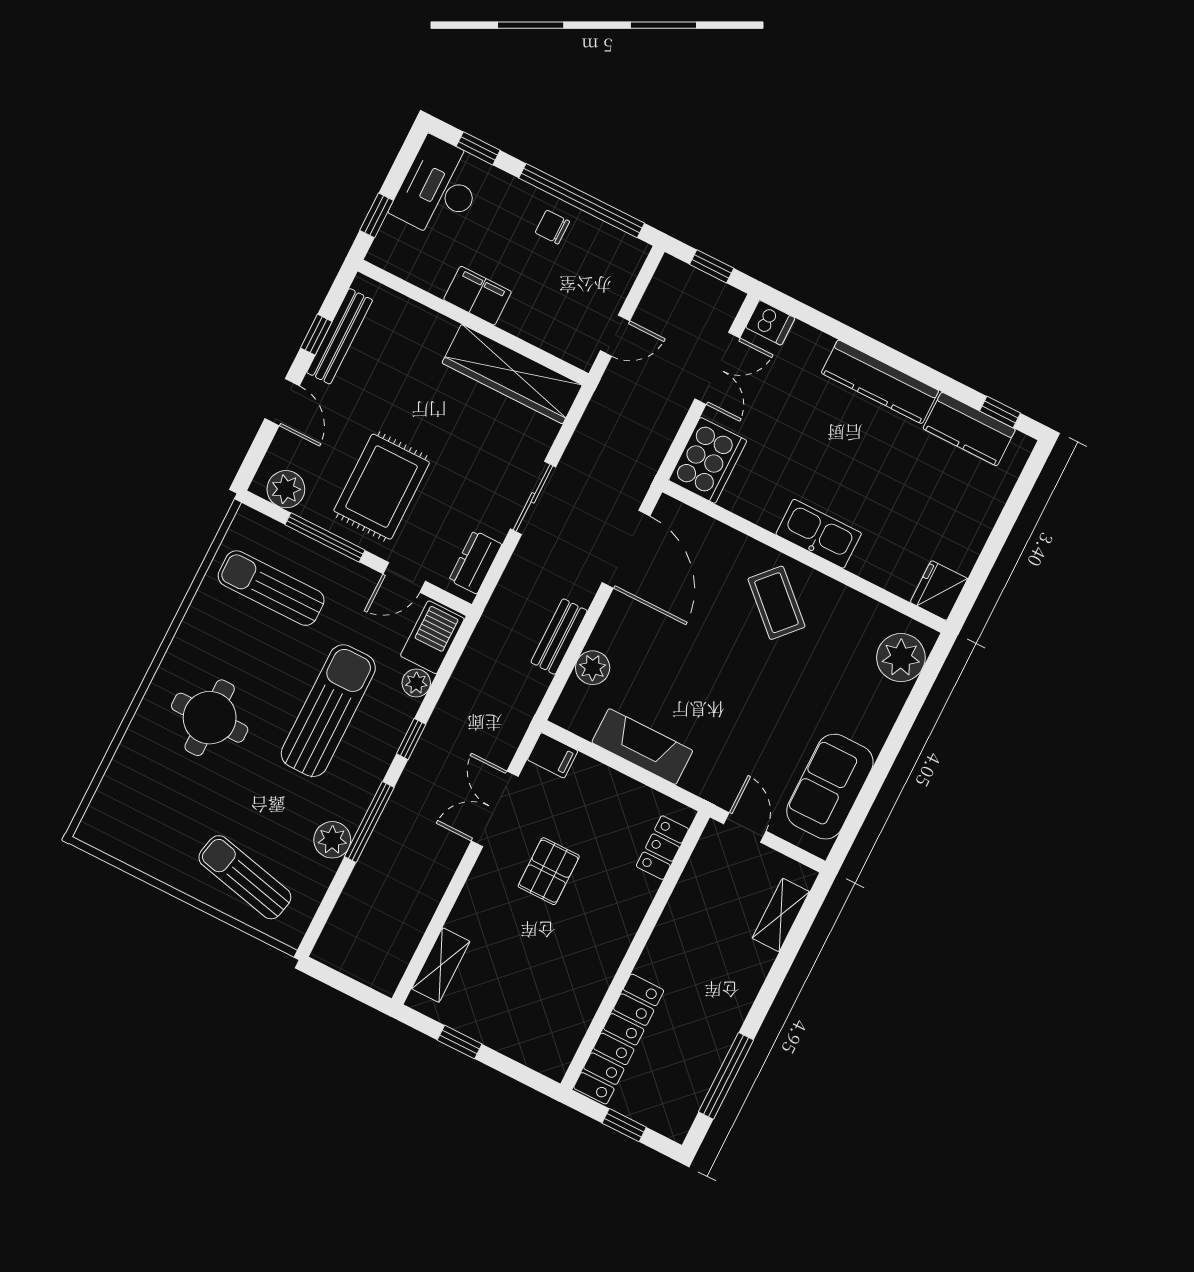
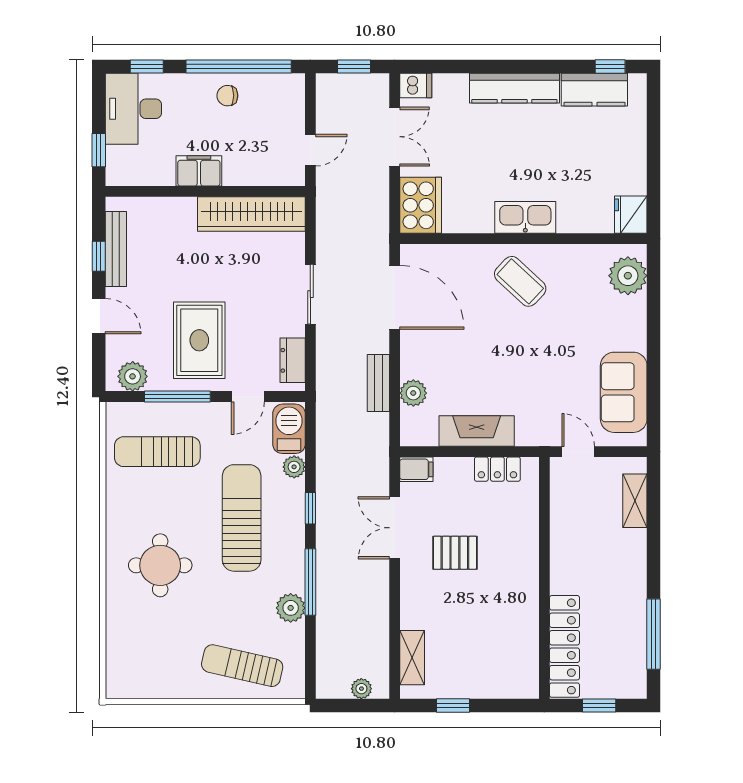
locker: (662, 848) -> (497, 469), moved, turned -90
pallet: (549, 871) -> (455, 553), turned 90
plant: (366, 971) -> (361, 689), added

